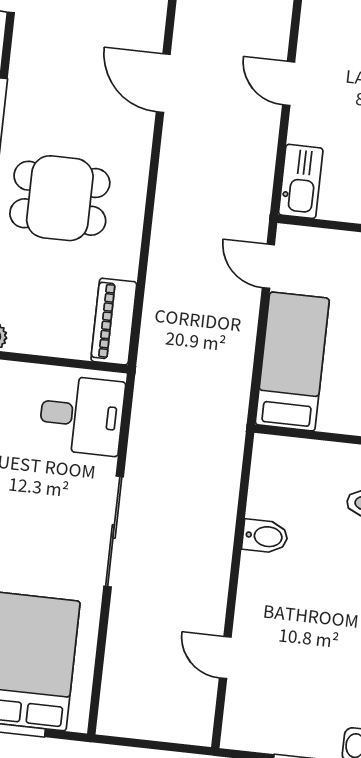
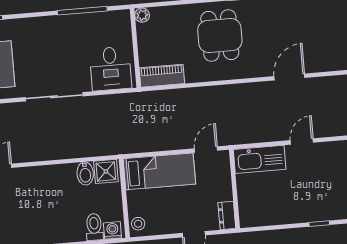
kitchen sink: (301, 181) -> (260, 159), width x1.36, depth x1.24
shower: (273, 462) -> (106, 171), added
bidet: (265, 536) -> (85, 173), moved

